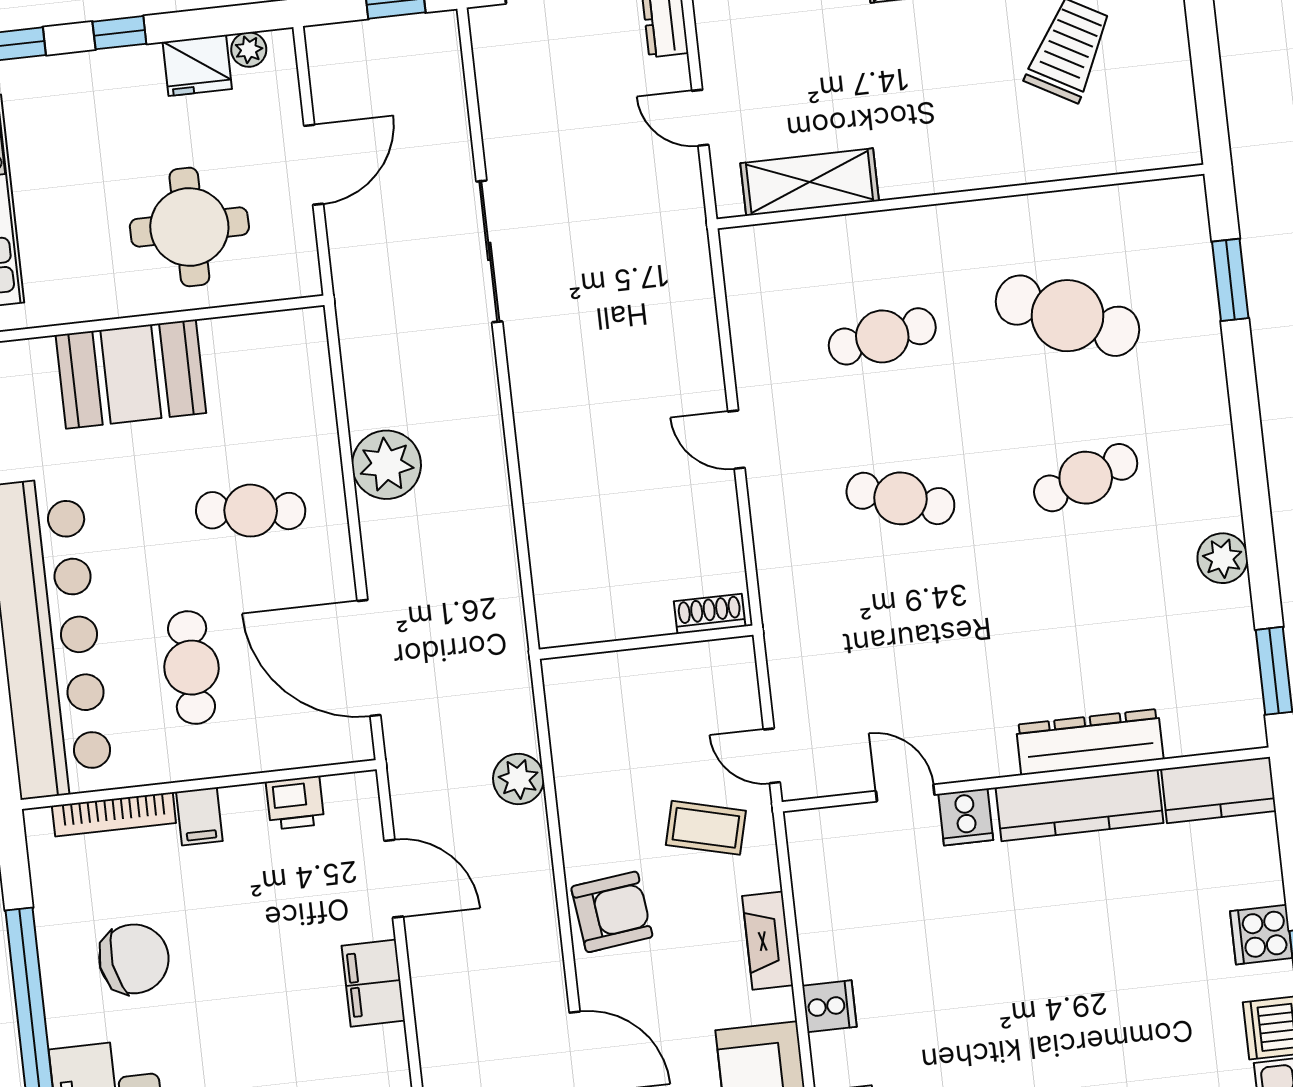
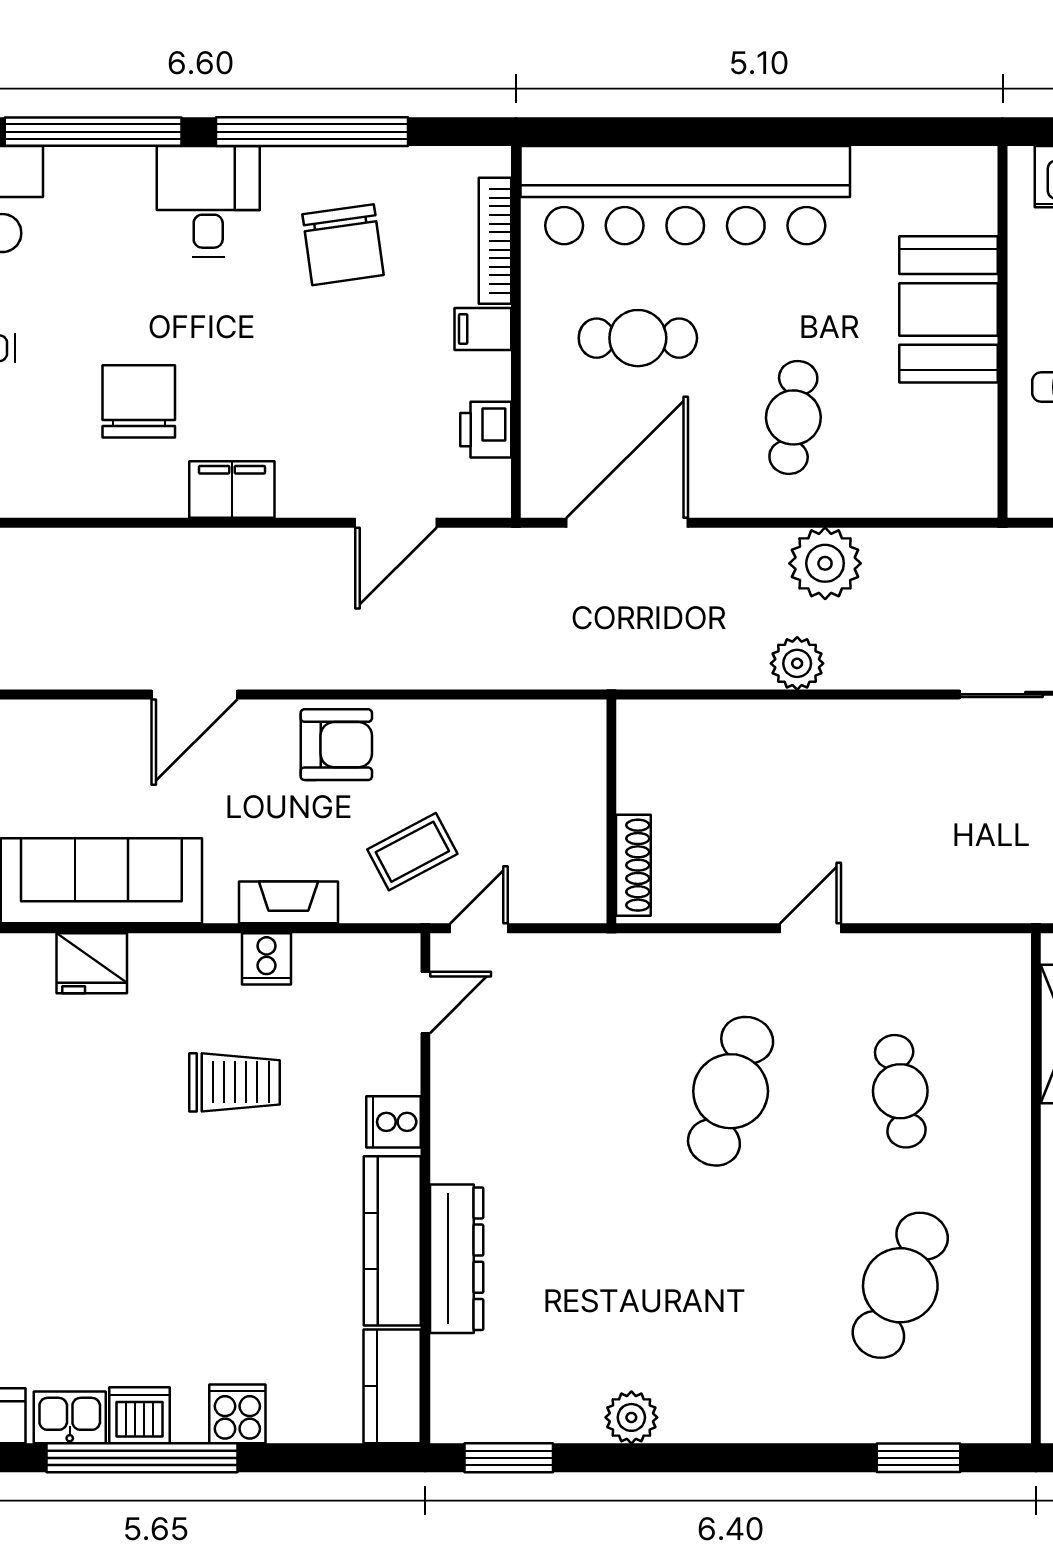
cafe table: (1086, 478) -> (731, 1285), removed
cafe table: (900, 498) -> (731, 1091), width x1.37, depth x1.35
shoe rack: (710, 614) -> (633, 865), width x1.43
plant: (518, 779) -> (797, 663), moved
door: (905, 793) -> (425, 1003), moved
coffee table: (706, 828) -> (412, 852), turned 48
armchair: (612, 912) -> (336, 745), turned -83
trolley: (945, 973) -> (234, 1082), added
filing cabinet: (373, 983) -> (232, 490), moved
cooker: (829, 1006) -> (266, 959), moved

